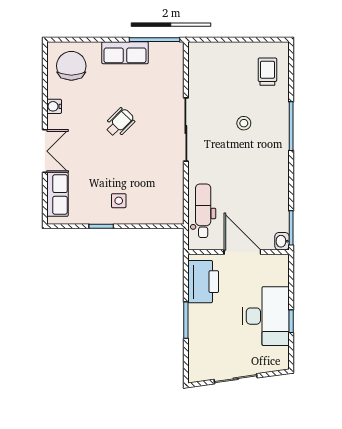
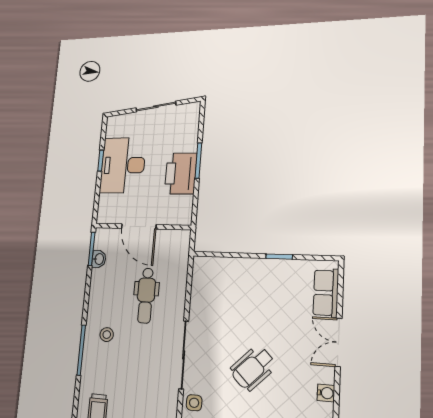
wheelchair: (120, 123) -> (253, 368), width x1.36, depth x1.37
stool: (244, 123) -> (107, 335), moved
side table: (119, 201) -> (194, 403), moved
dental chair: (203, 211) -> (146, 296), moved
washbasin: (282, 241) -> (99, 259), moved
printer: (203, 282) -> (181, 173), moved

